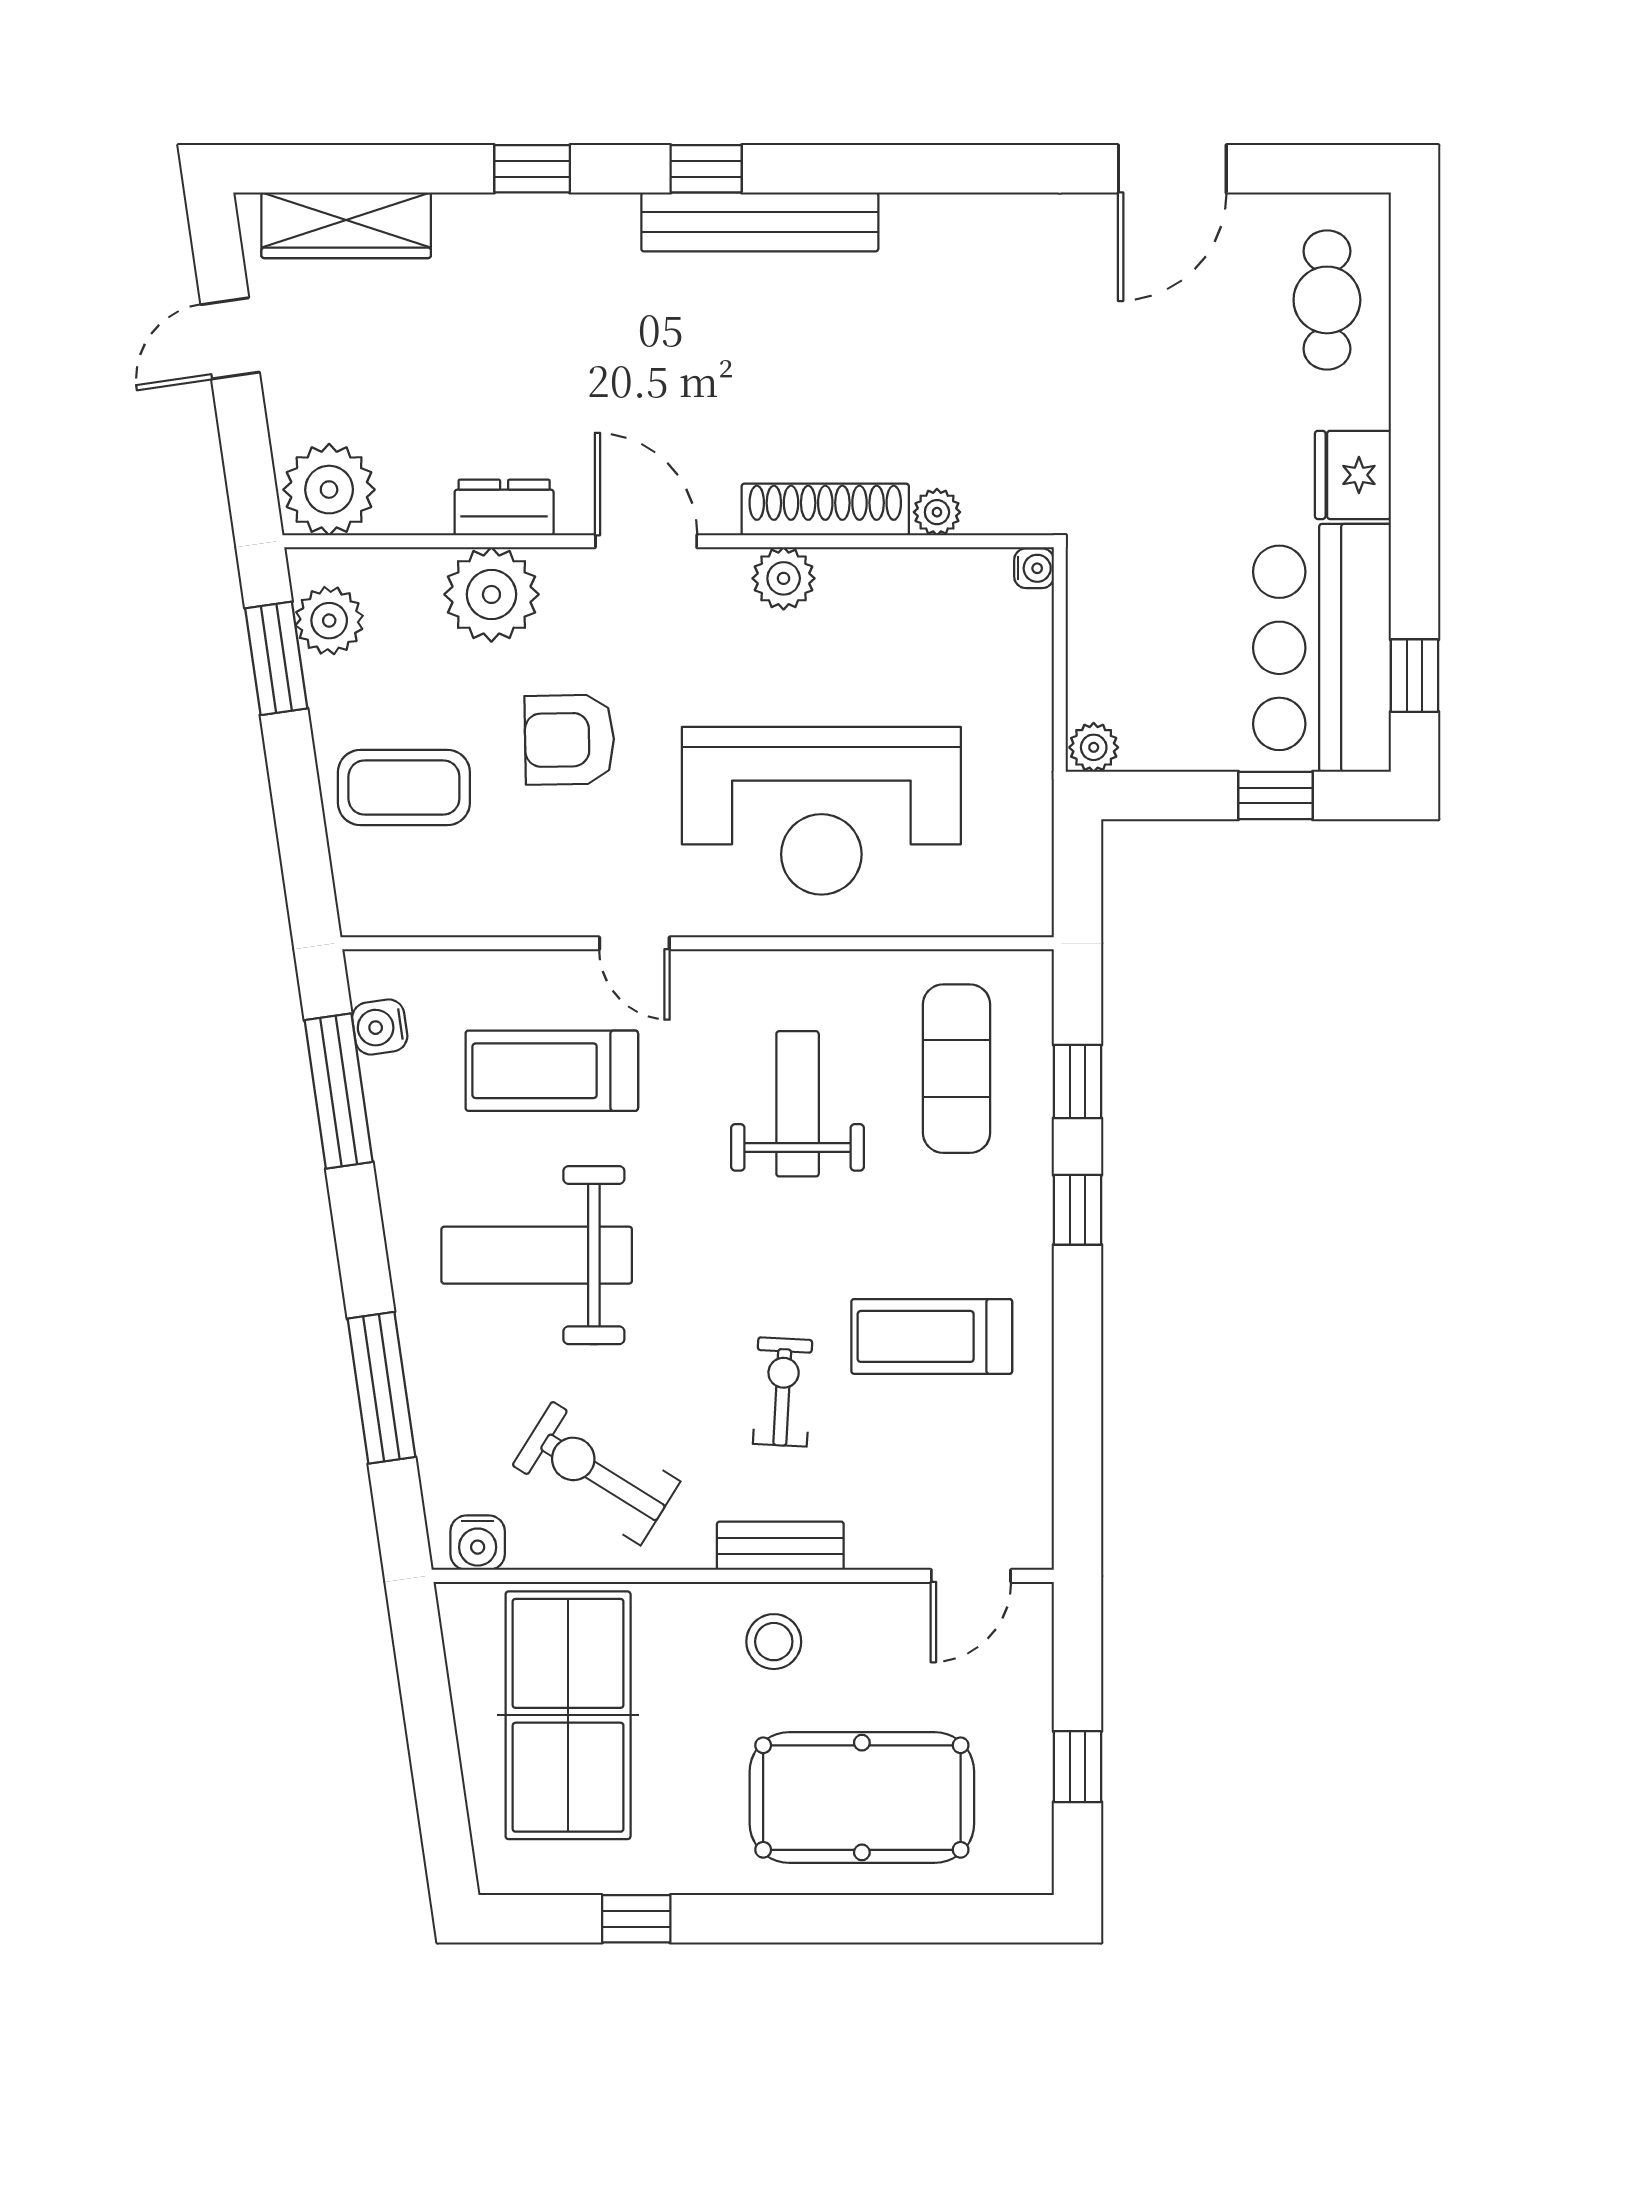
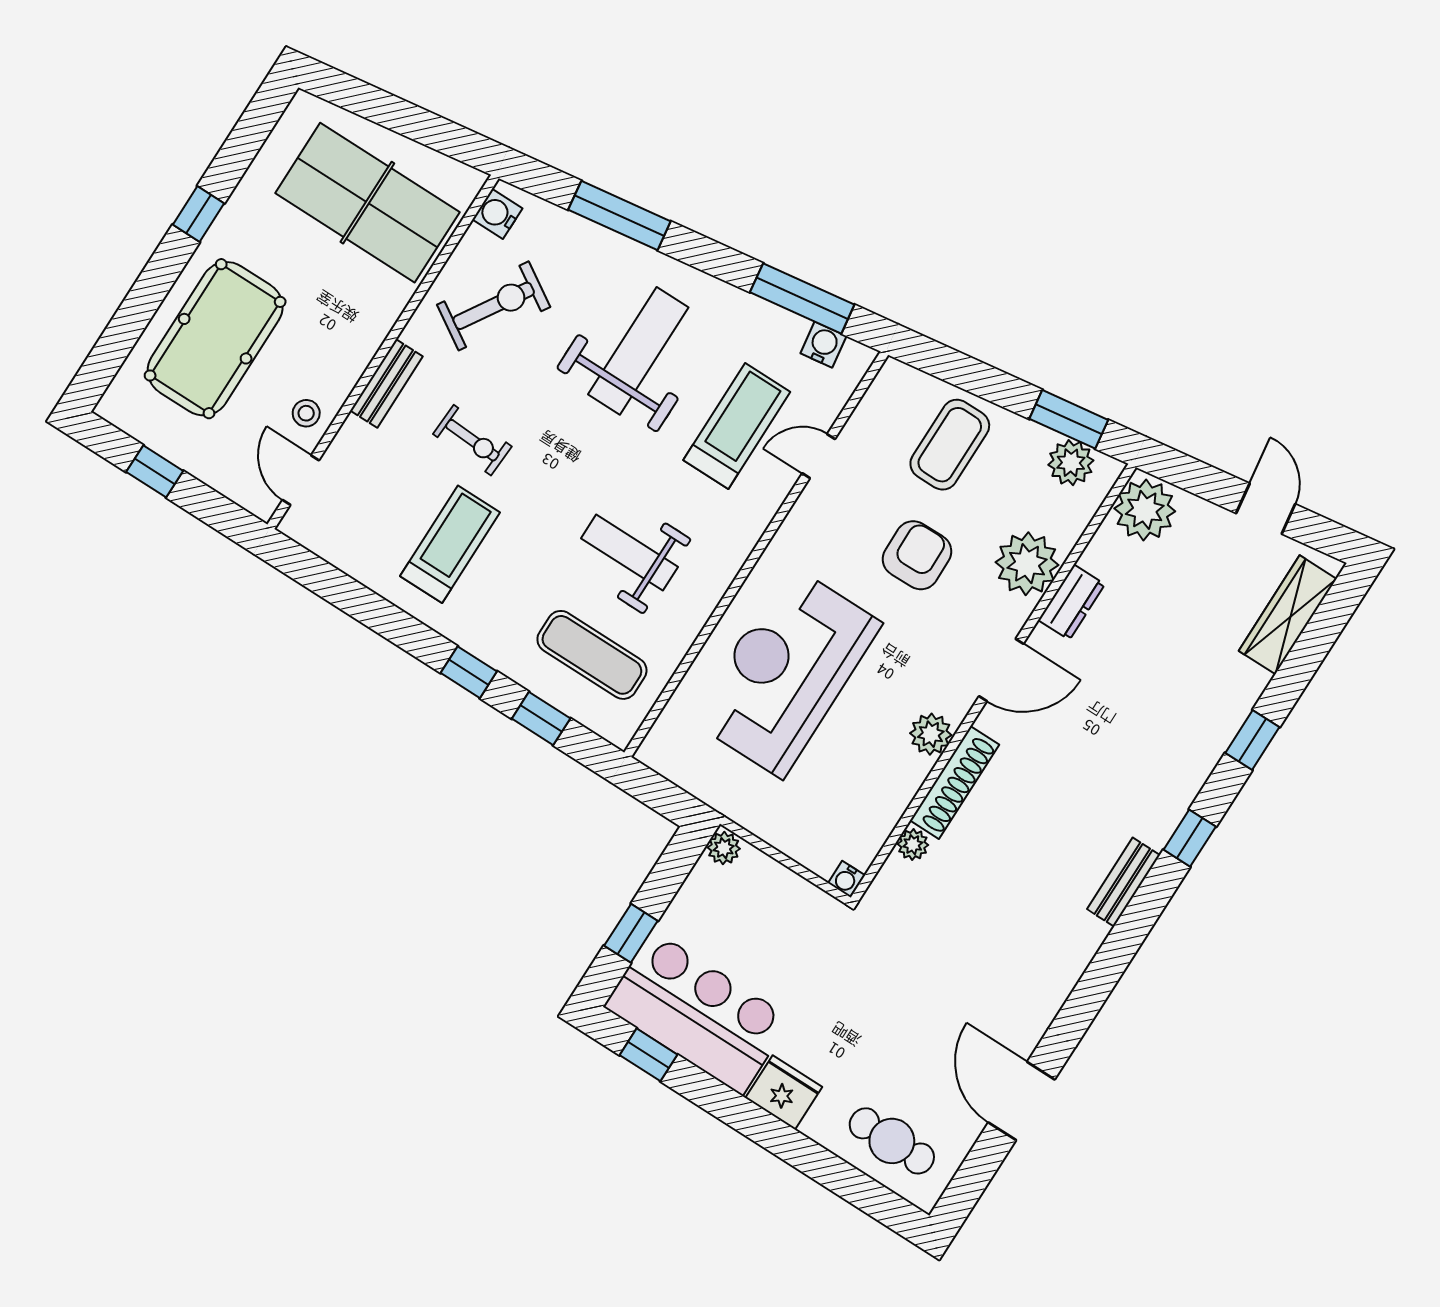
bench: (760, 222) -> (1123, 882), width x0.54, depth x0.82
door: (634, 943) -> (819, 456), moved
weight bench: (798, 1104) -> (629, 553), turned 180
stool: (774, 1642) -> (306, 413), moved, width x0.73, depth x0.73
window: (636, 1919) -> (198, 214), moved

